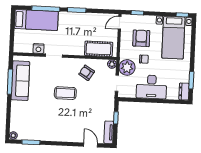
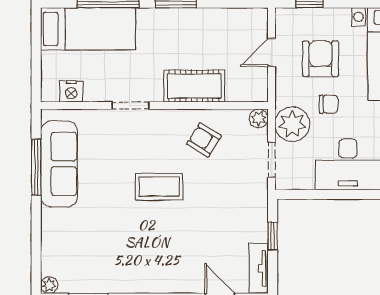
door: (120, 23) -> (271, 52), moved
nightstand: (38, 49) -> (71, 91), moved
cot: (99, 49) -> (194, 86), moved

